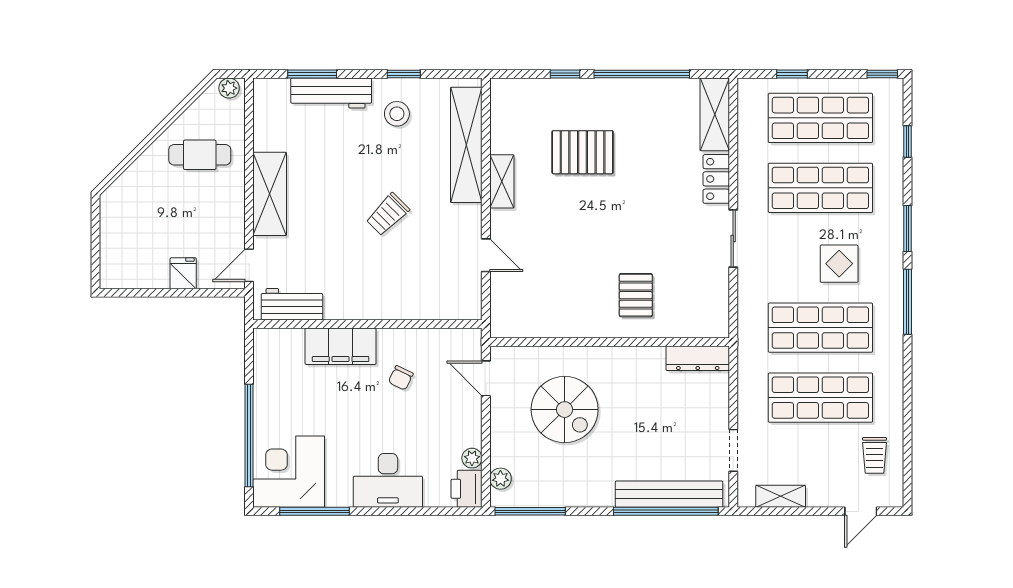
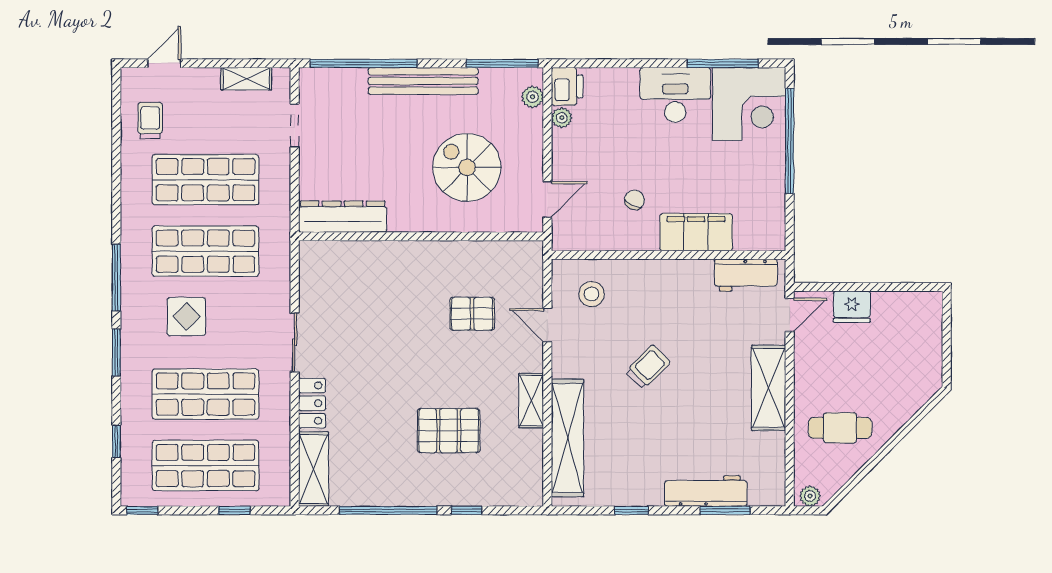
stool: (397, 114) -> (592, 294), moved
fridge: (183, 273) -> (852, 307), width x1.38
pallet: (636, 295) -> (472, 314), moved, turned 90
dresser: (698, 358) -> (343, 217), width x1.37, depth x1.24
door: (486, 378) -> (547, 199), hinge flipped
desk: (388, 480) -> (675, 95), moved
bench: (669, 494) -> (423, 81), moved

